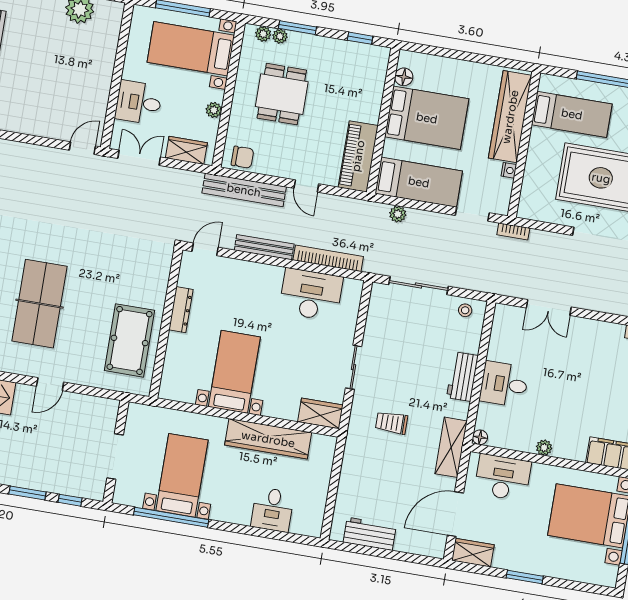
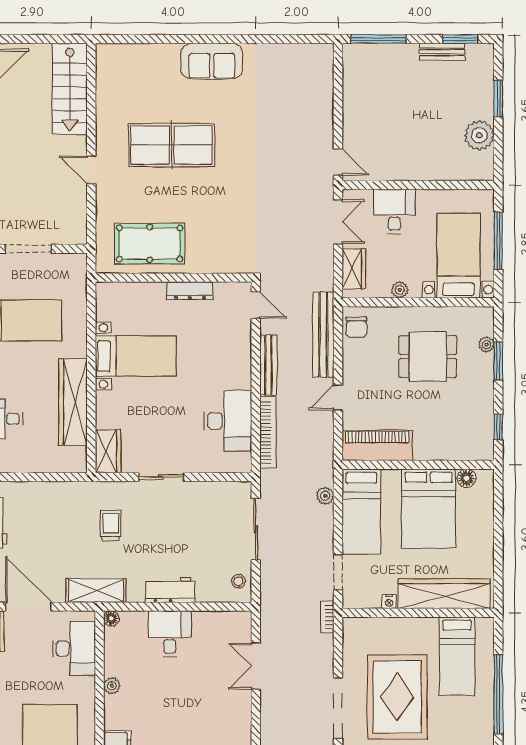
plant: (263, 34) -> (486, 327), removed

